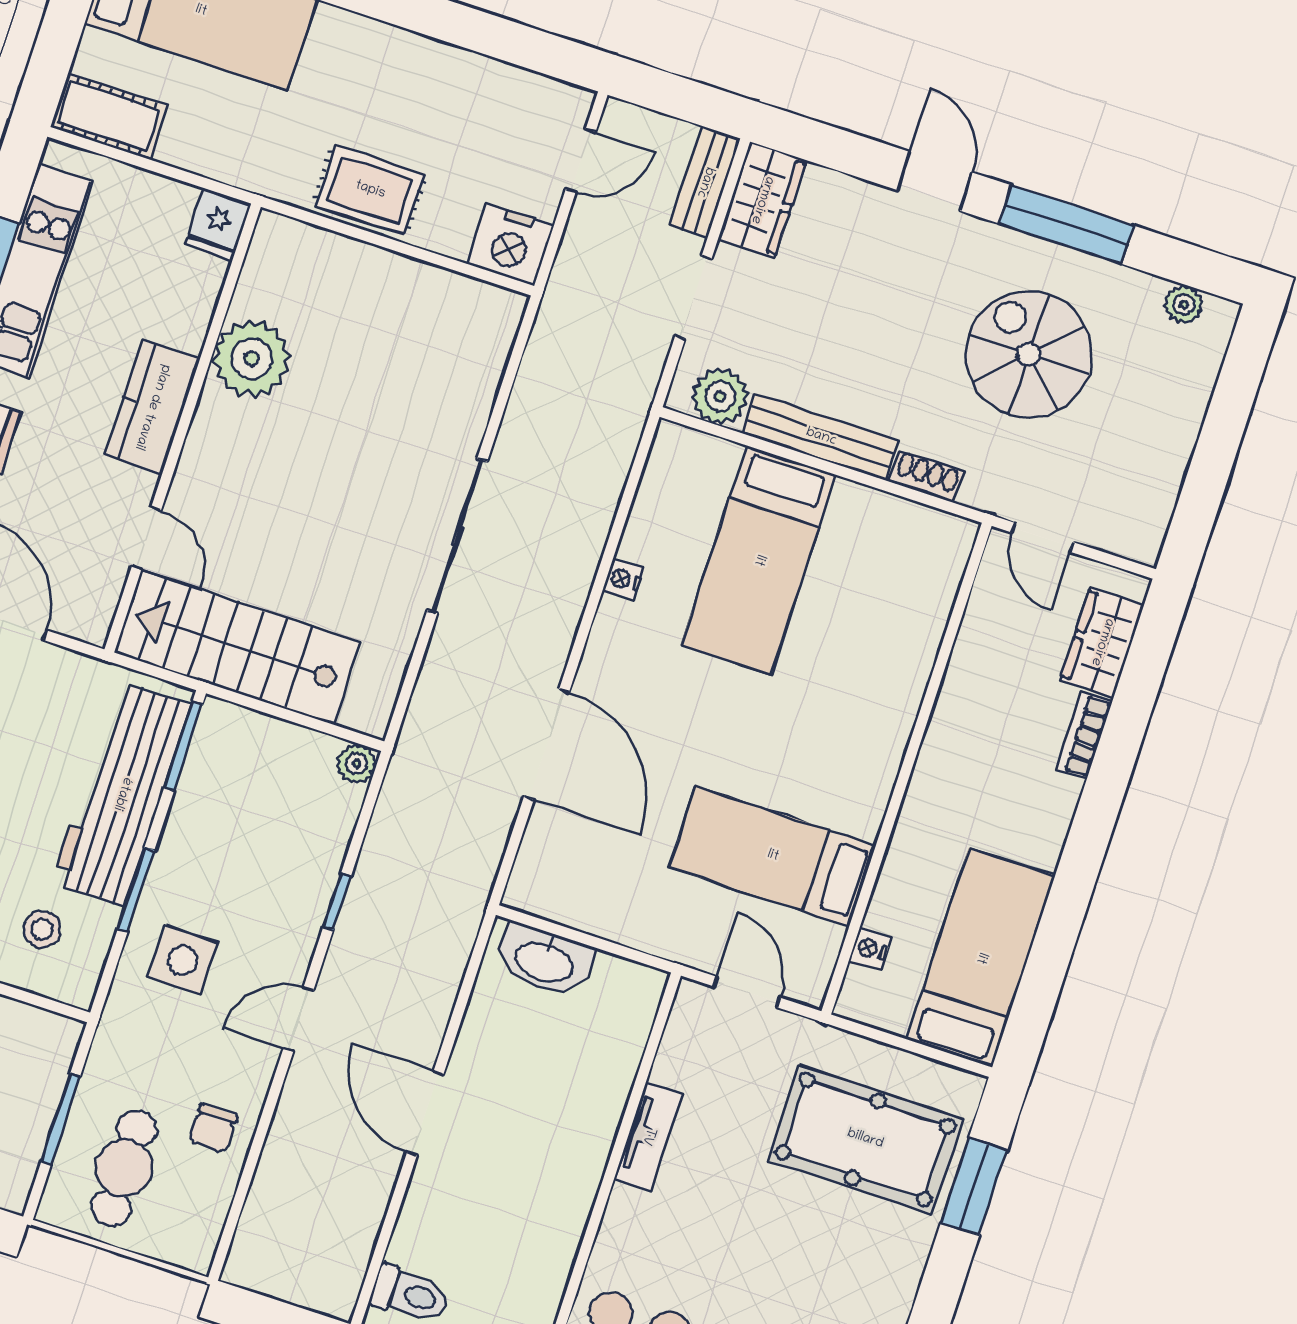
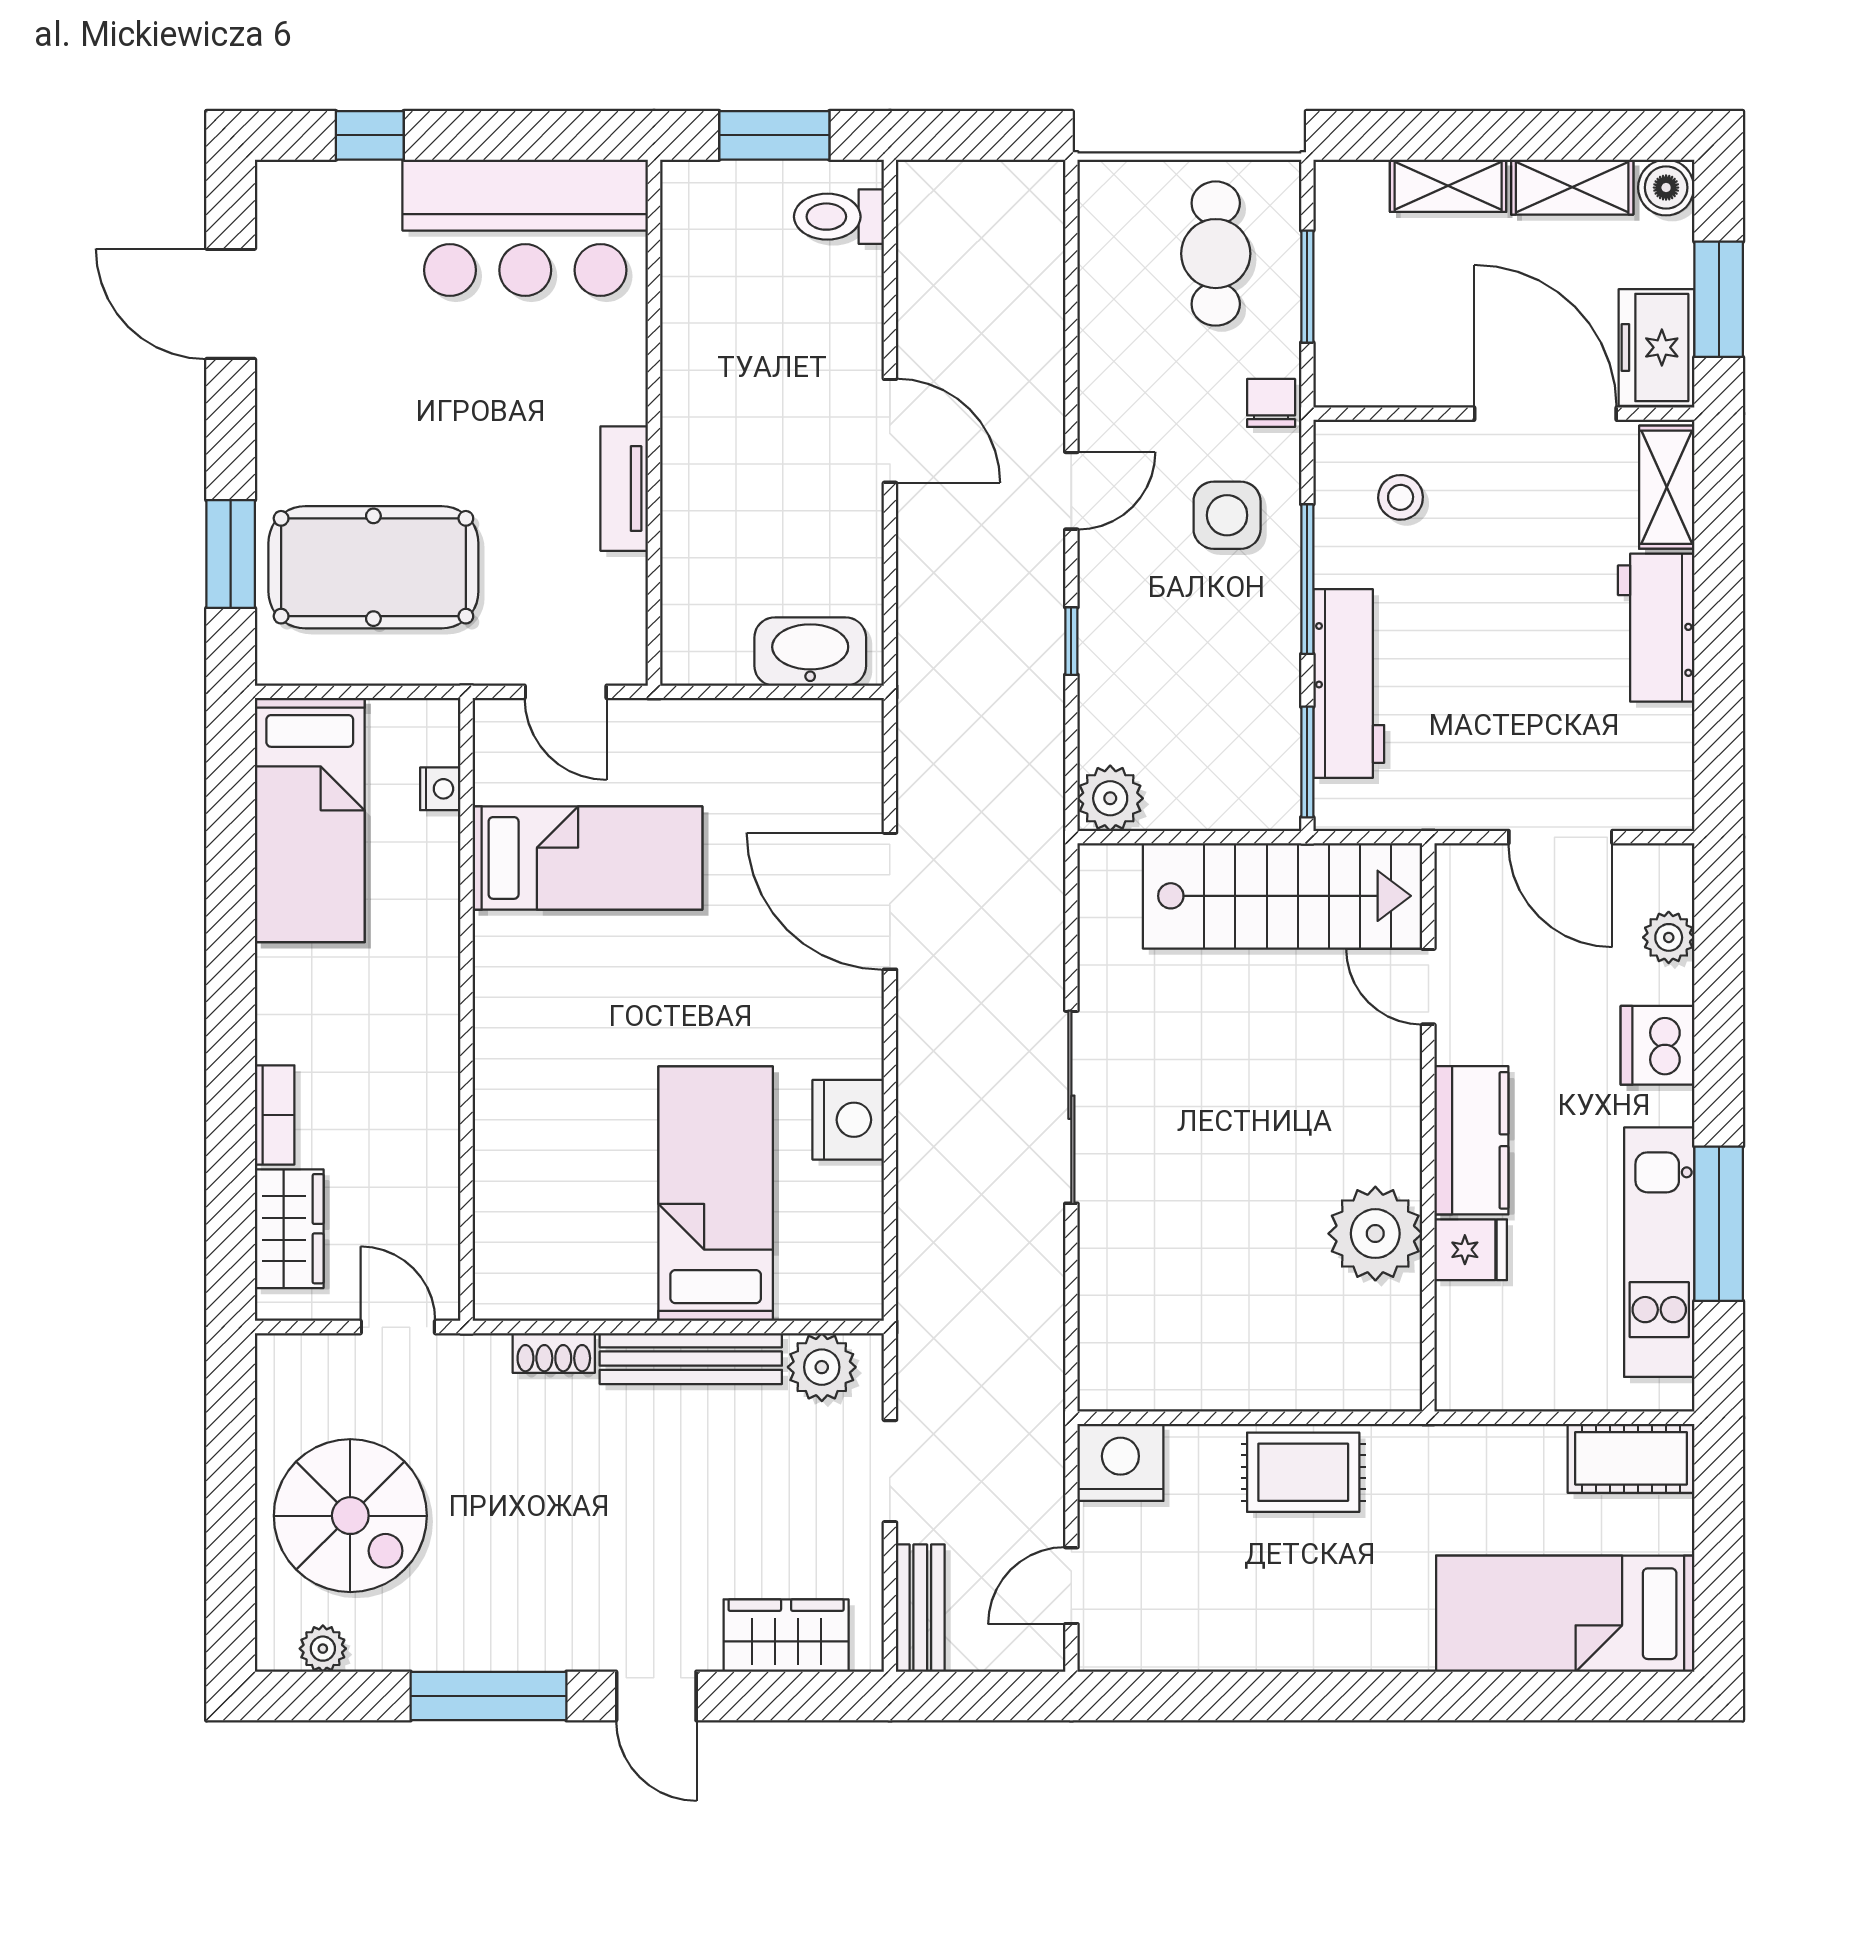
wardrobe: (762, 200) -> (786, 1636), moved, turned 90
fridge: (218, 224) -> (1471, 1250), moved, turned 90
spiral stairs: (1029, 354) -> (350, 1516), moved
nightstand: (623, 580) -> (848, 1120), width x1.89, depth x1.79
plant: (357, 764) -> (1110, 798), width x1.38, depth x1.38
workbench: (122, 794) -> (1349, 684), width x0.73, depth x0.76
window: (136, 889) -> (1307, 579), width x1.44
chair: (213, 1128) -> (1271, 403), moved

